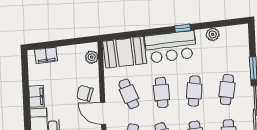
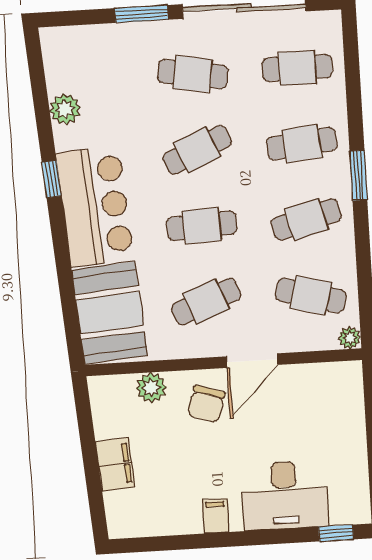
filing cabinet: (46, 55) -> (115, 464), moved
plant: (92, 57) -> (151, 388), moved
cafe table: (194, 91) -> (197, 150), turned -30
filing cabinet: (37, 97) -> (216, 516), width x0.50

